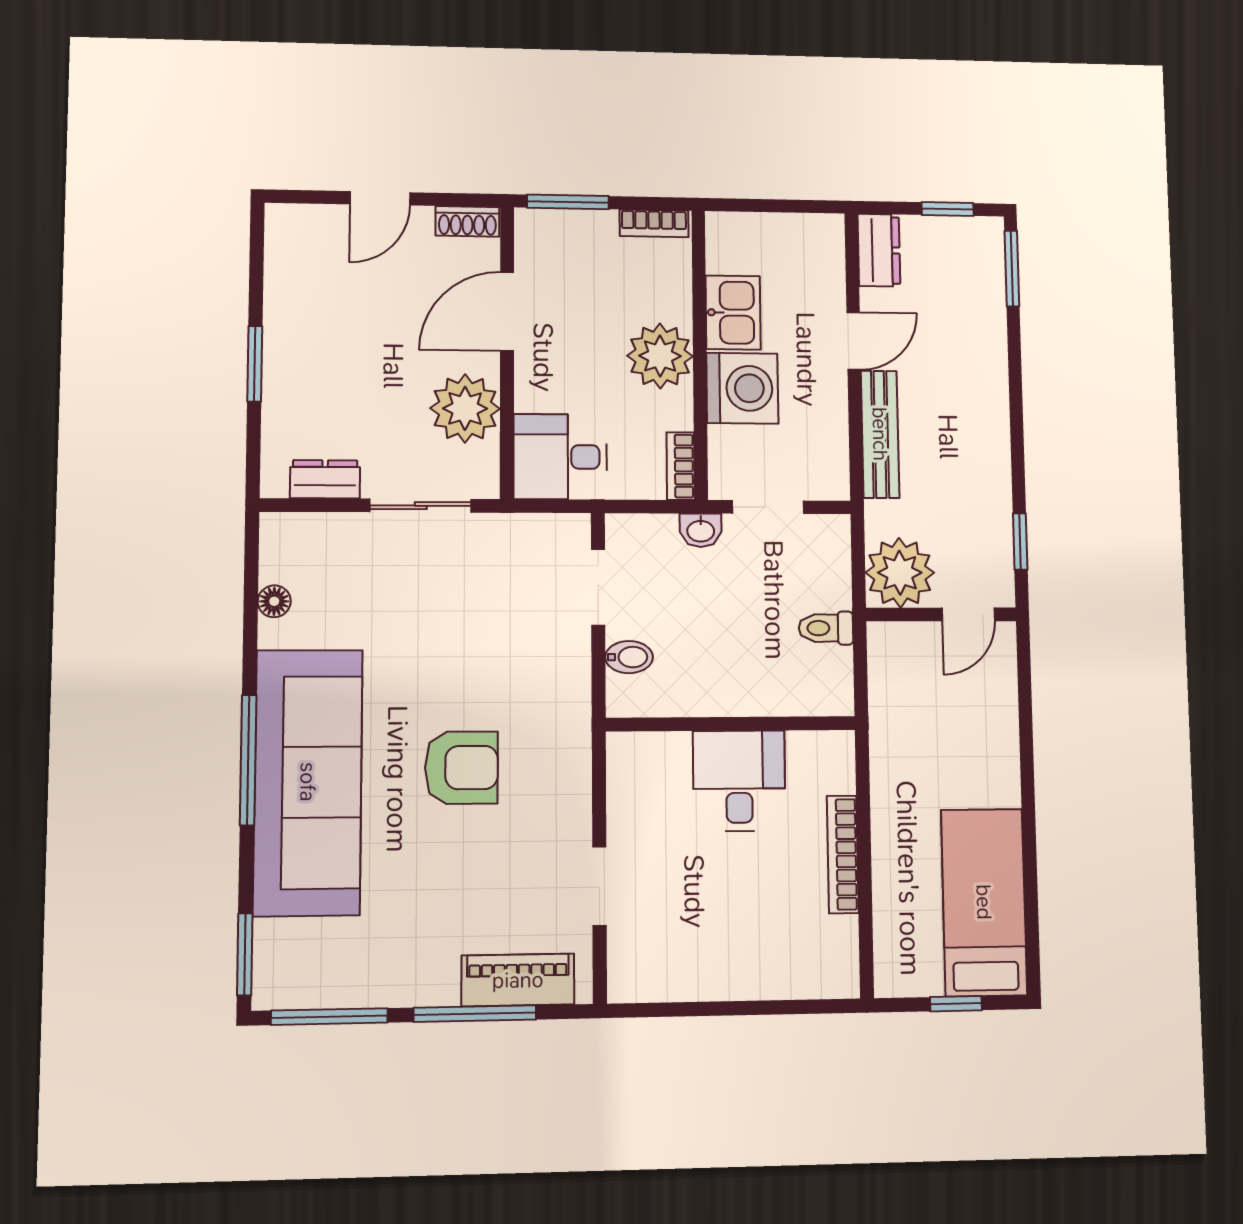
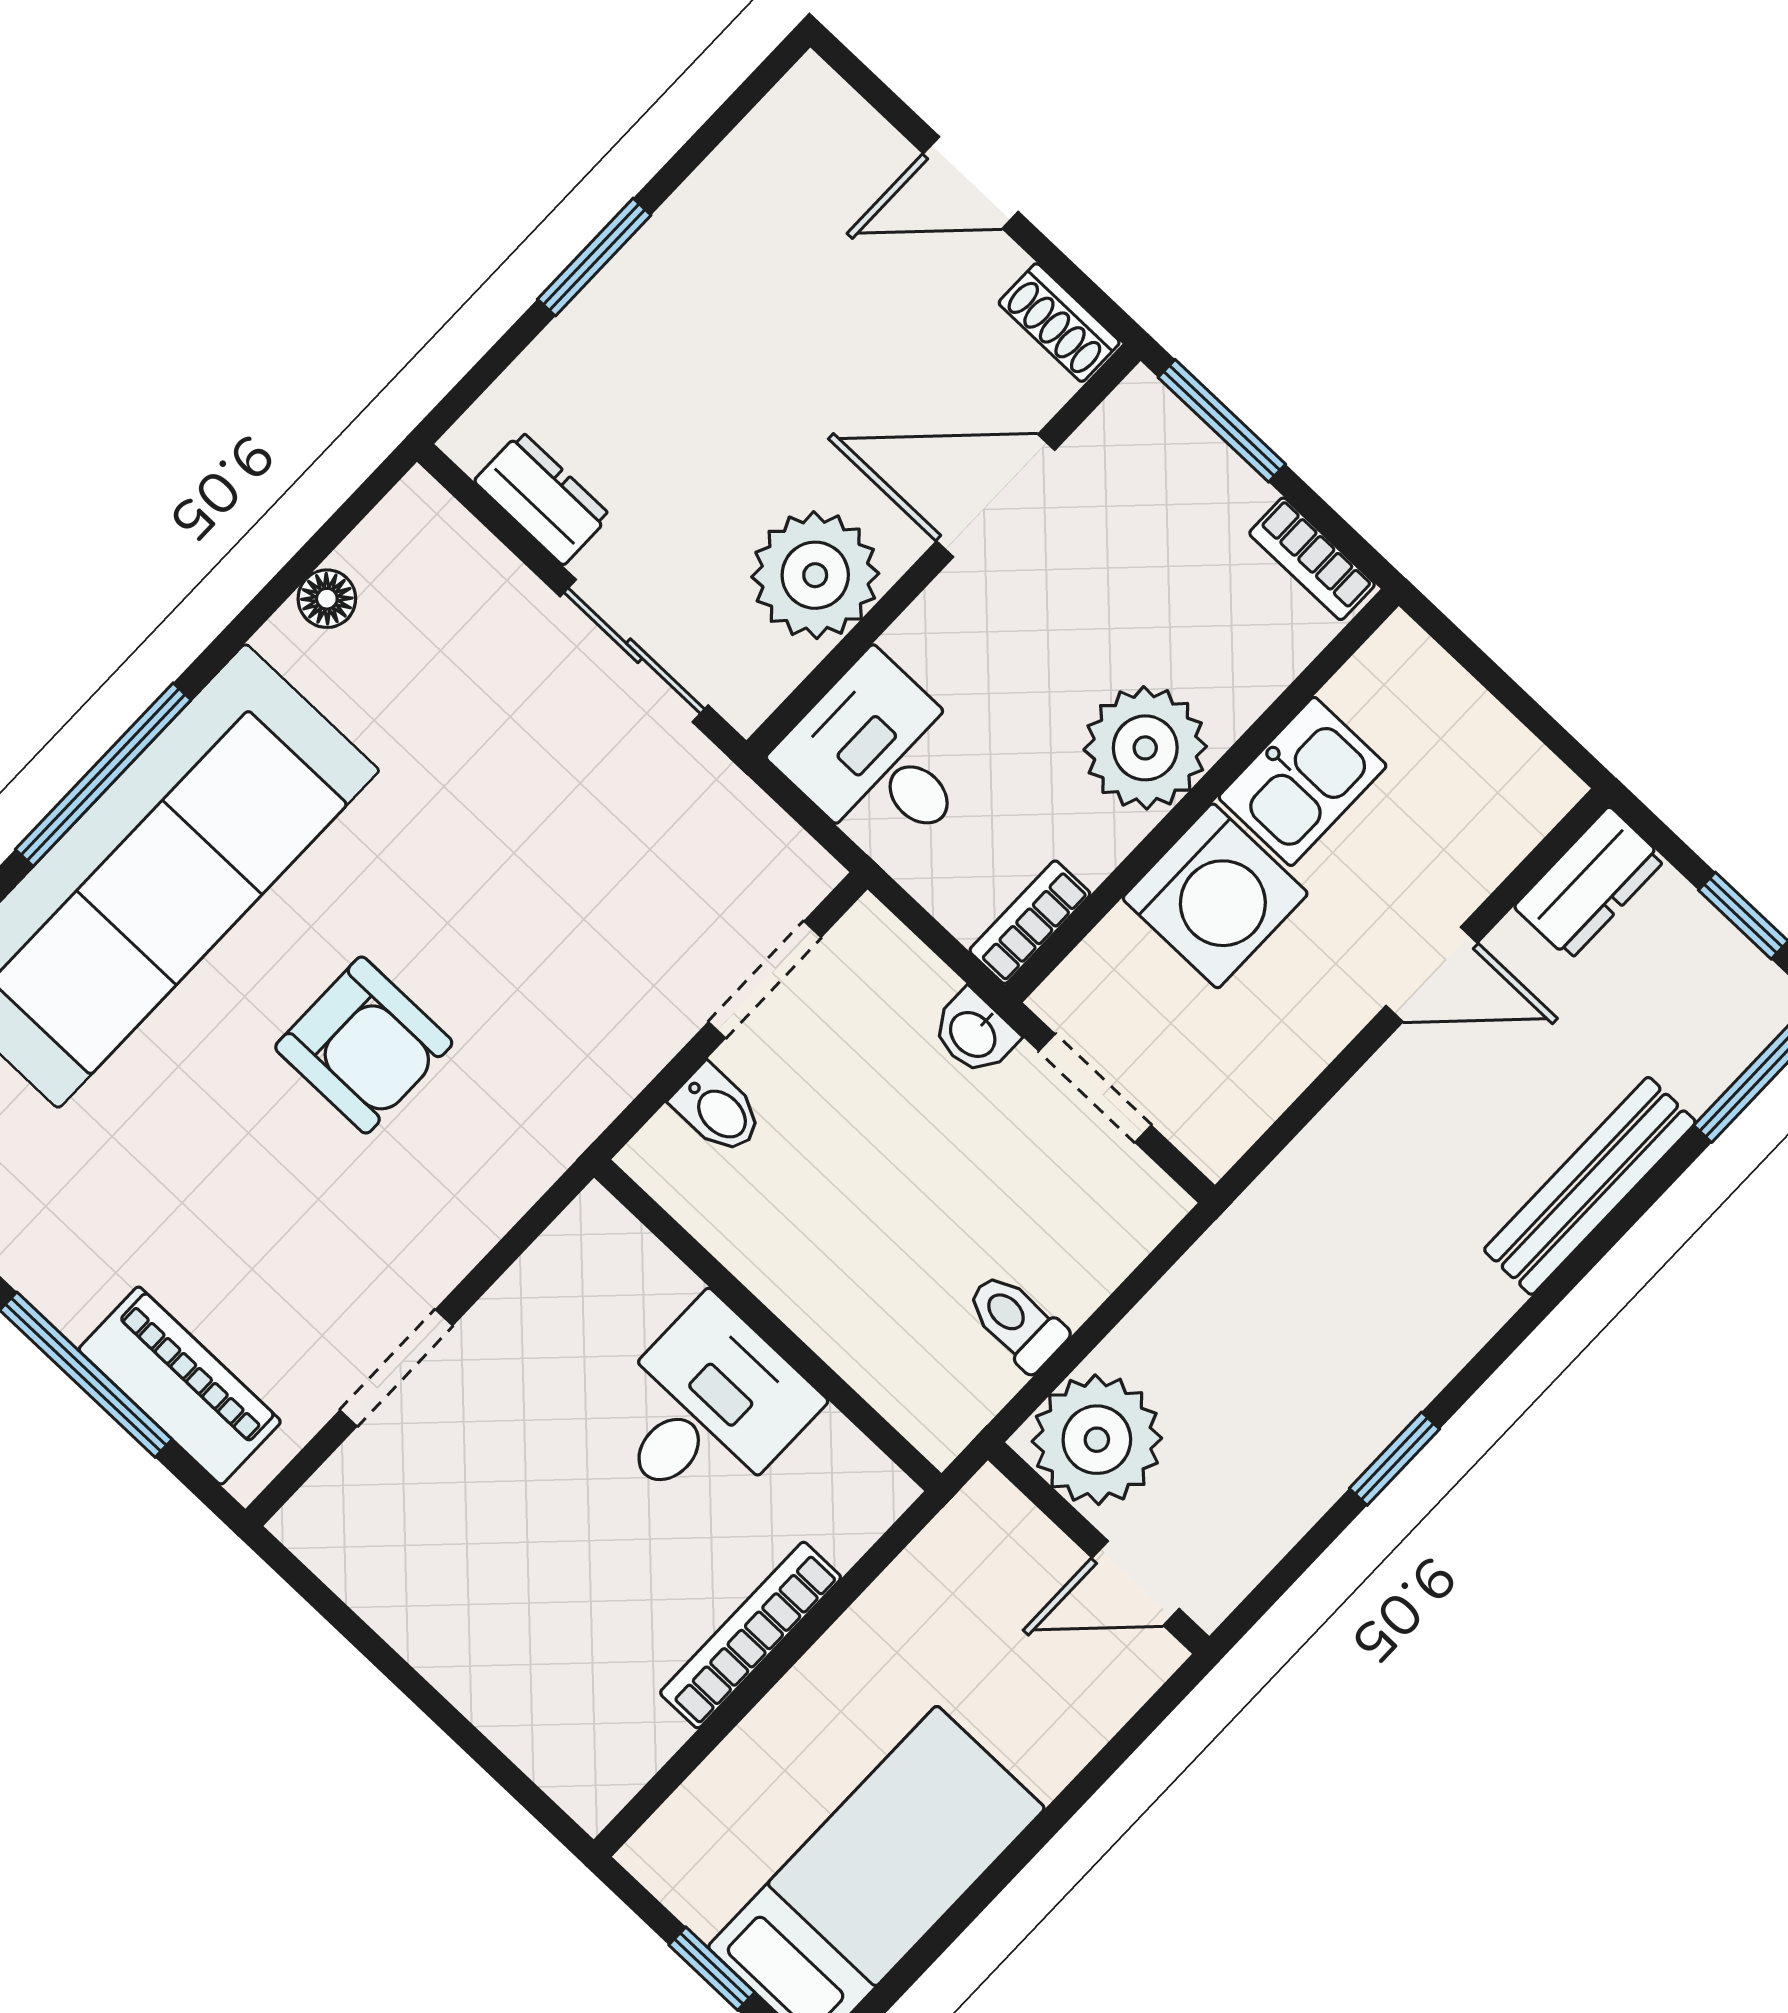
bench: (880, 434) -> (1590, 1186), moved
plant: (900, 573) -> (1097, 1440), moved
wall: (941, 614) -> (1099, 1548), moved
door: (968, 614) -> (1136, 1583), moved

